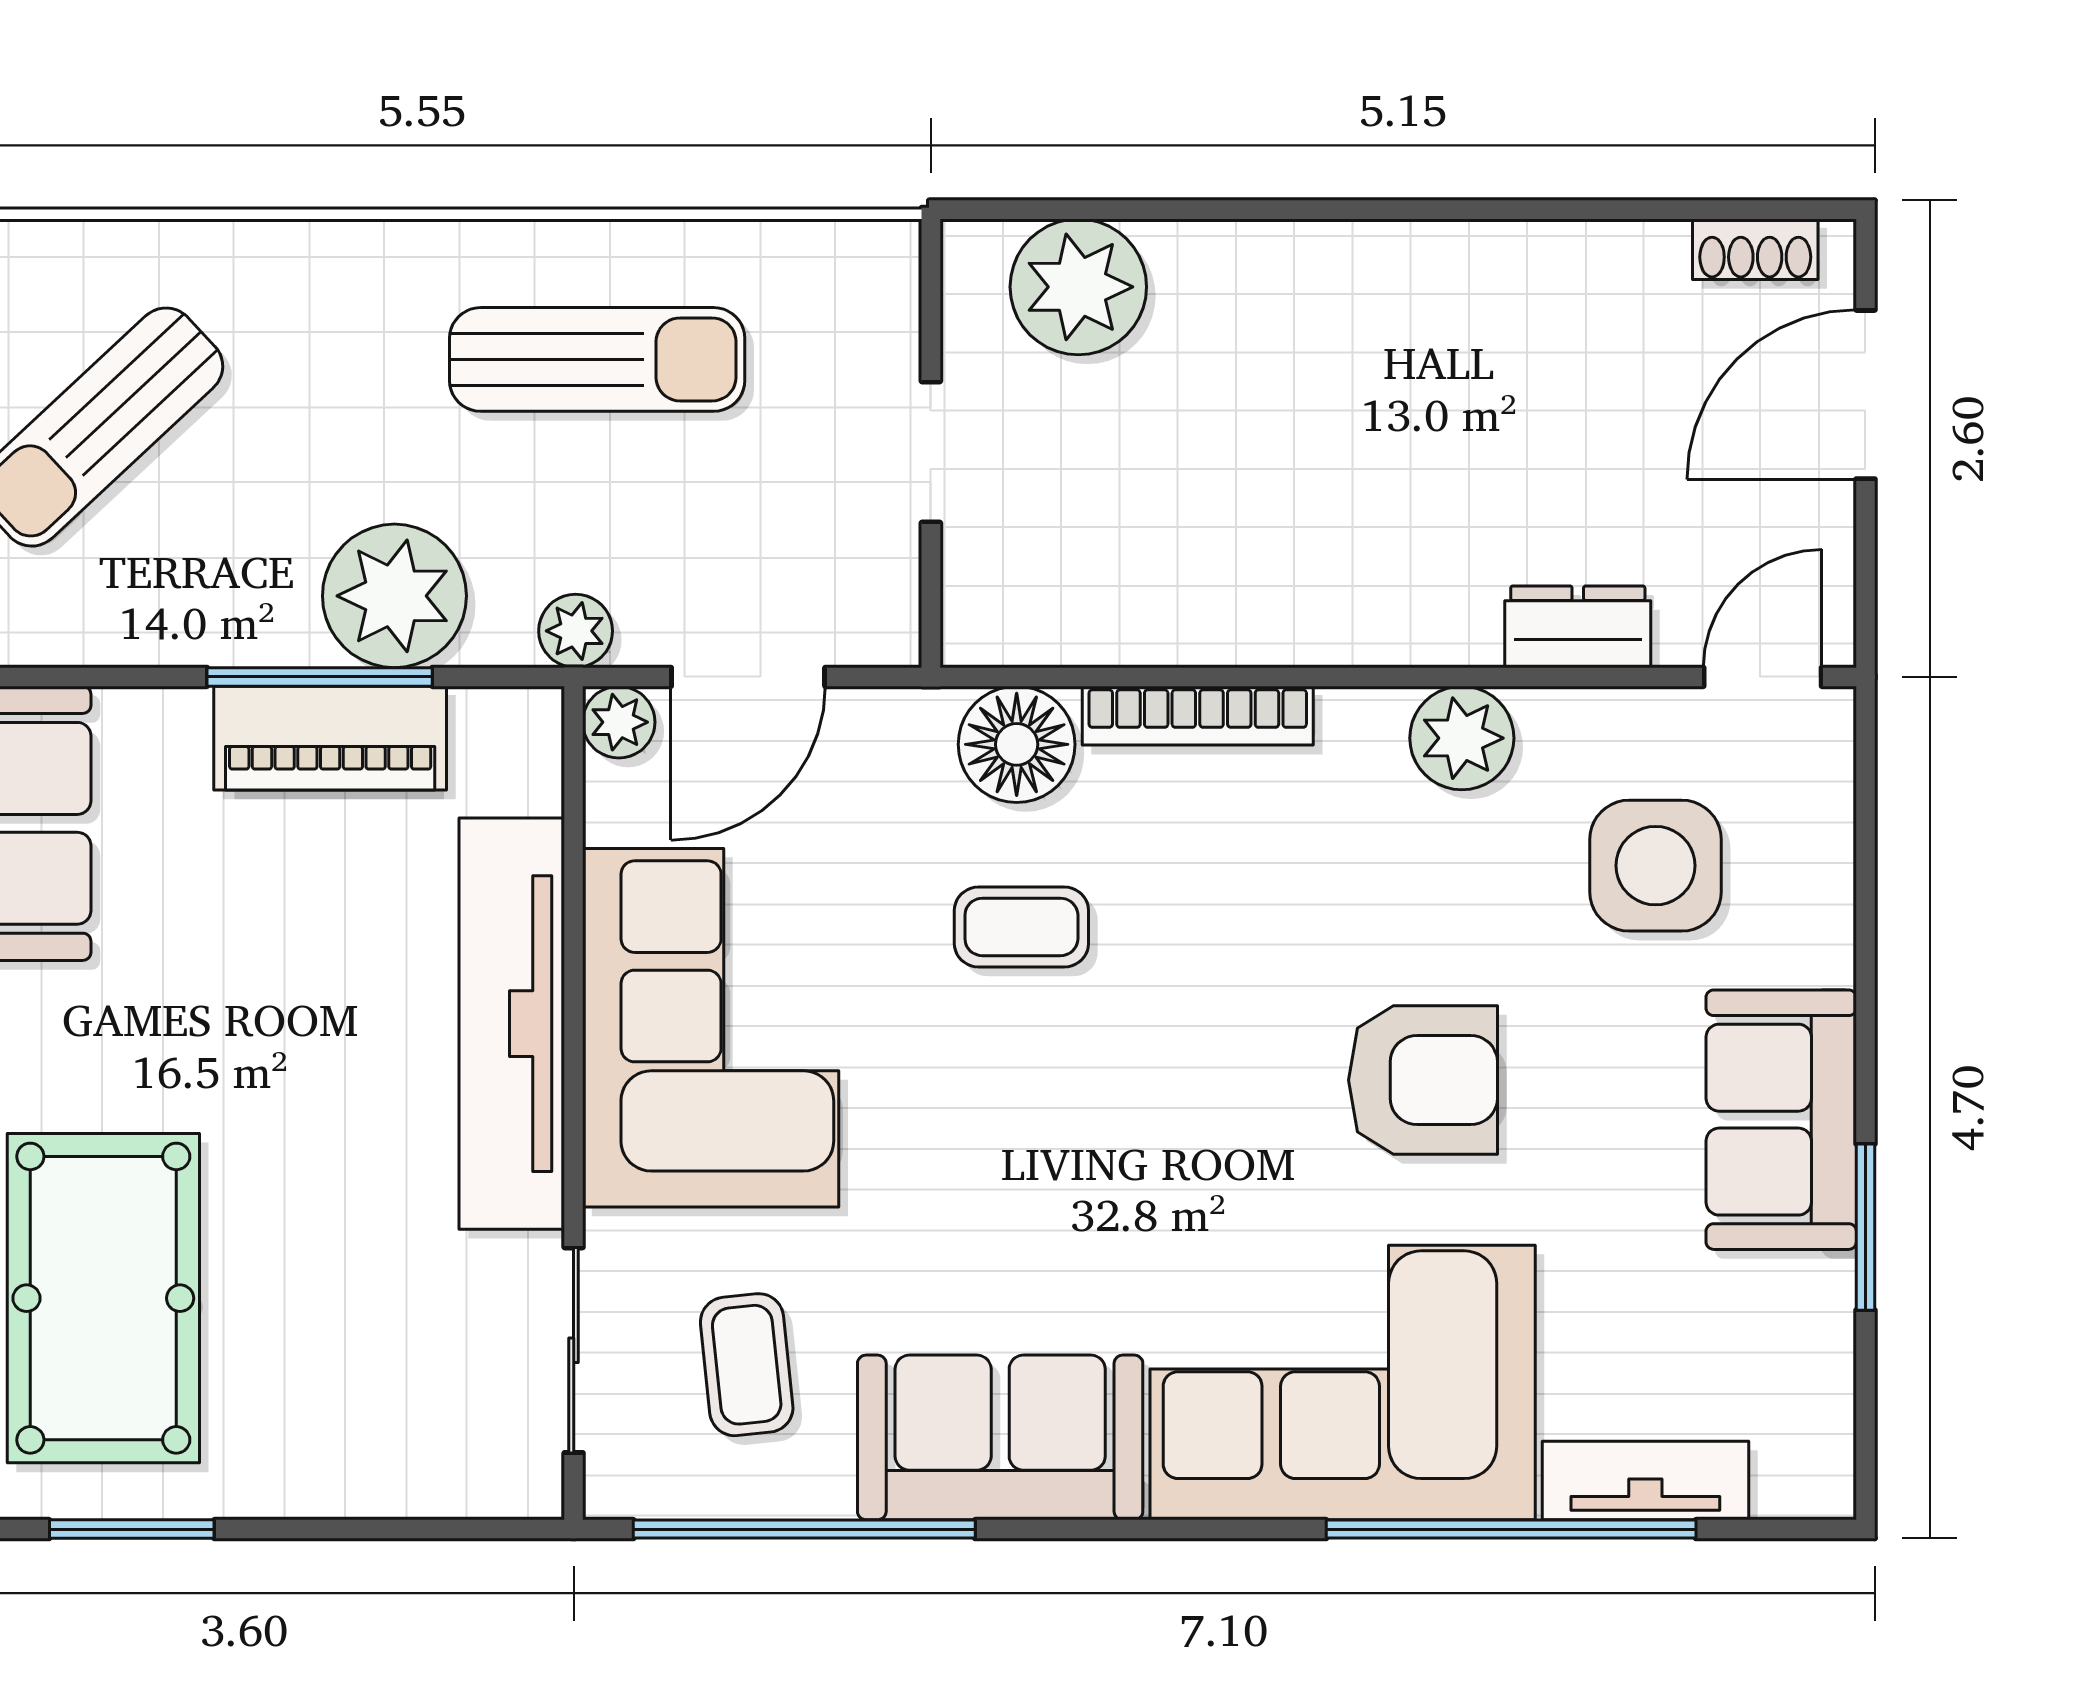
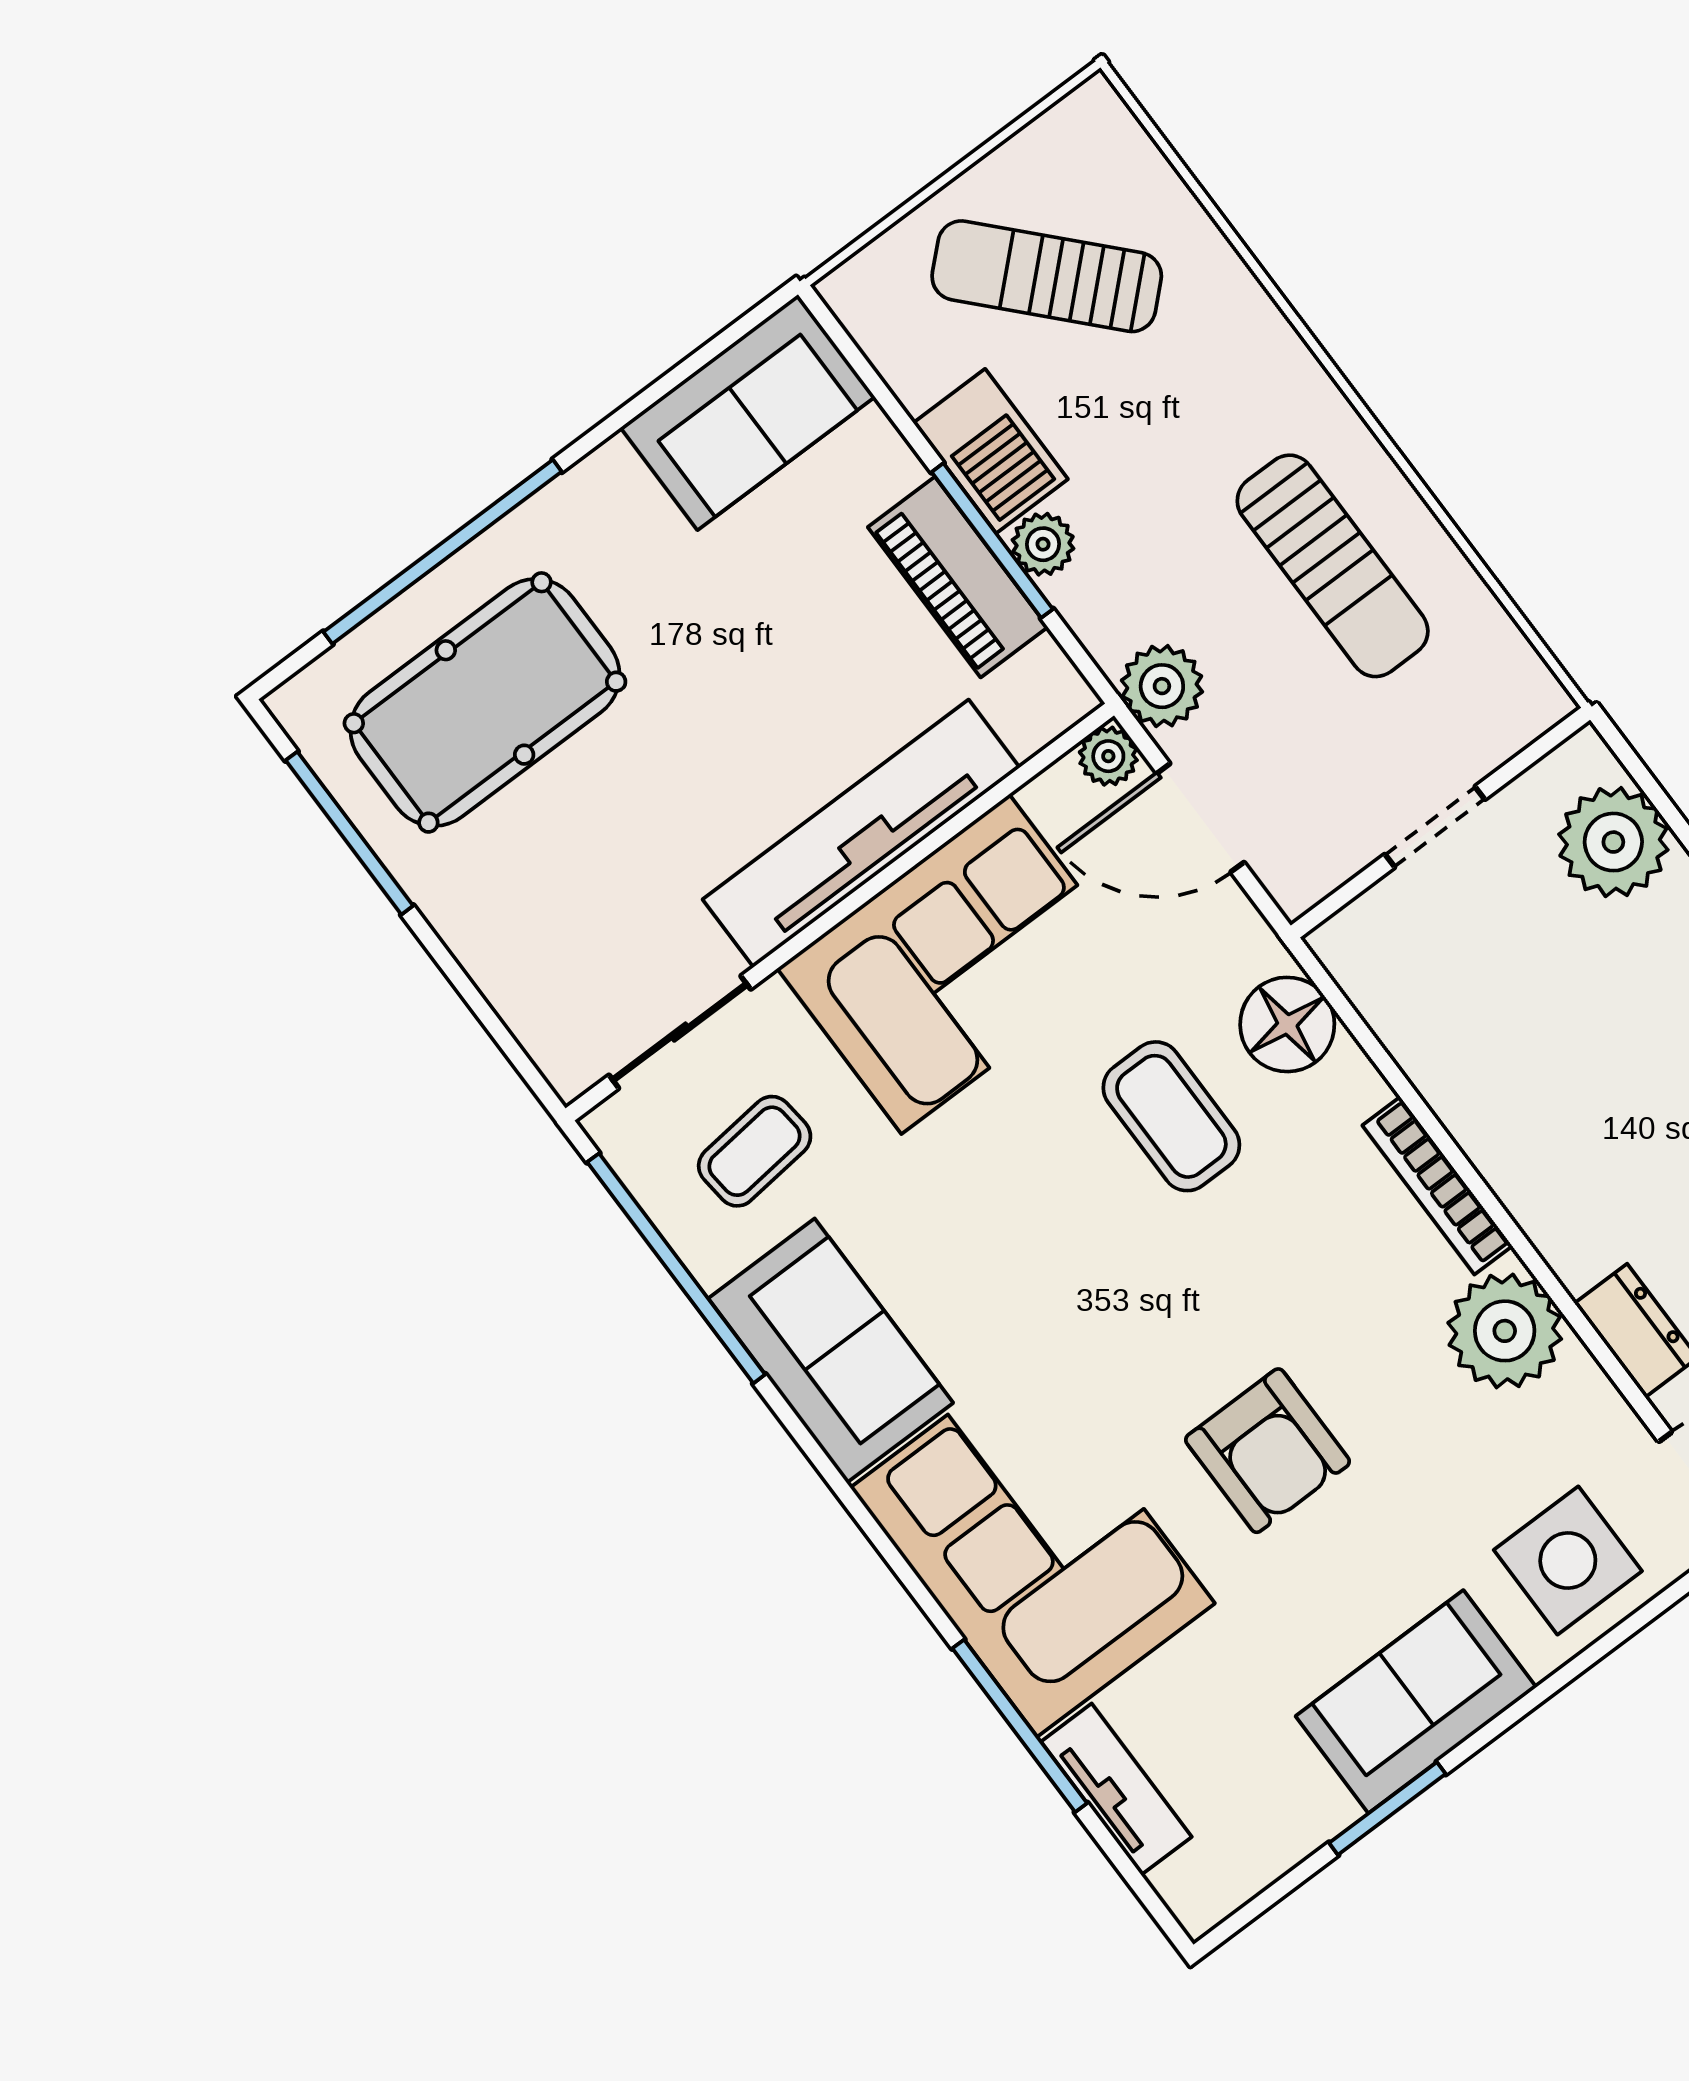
plant: (394, 596) -> (1043, 544), width x0.53, depth x0.53
barbecue: (230, 612) -> (991, 451), added
plant: (576, 631) -> (1162, 686), width x1.38, depth x1.38
bookcase: (1198, 716) -> (1437, 1186), moved
plant: (1462, 738) -> (1505, 1331), width x1.36, depth x1.36
side table: (1655, 866) -> (1568, 1560), moved
coffee table: (1021, 927) -> (1171, 1116), width x1.36, depth x1.30
window: (132, 1529) -> (349, 833), width x1.44
window: (1511, 1529) -> (1020, 1726), width x0.68

